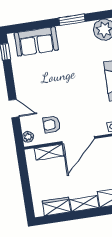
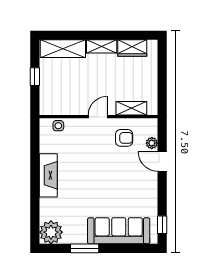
sofa: (36, 41) -> (119, 231), width x1.36
plant: (28, 137) -> (152, 143), moved
door: (78, 140) -> (98, 117), width x0.53

